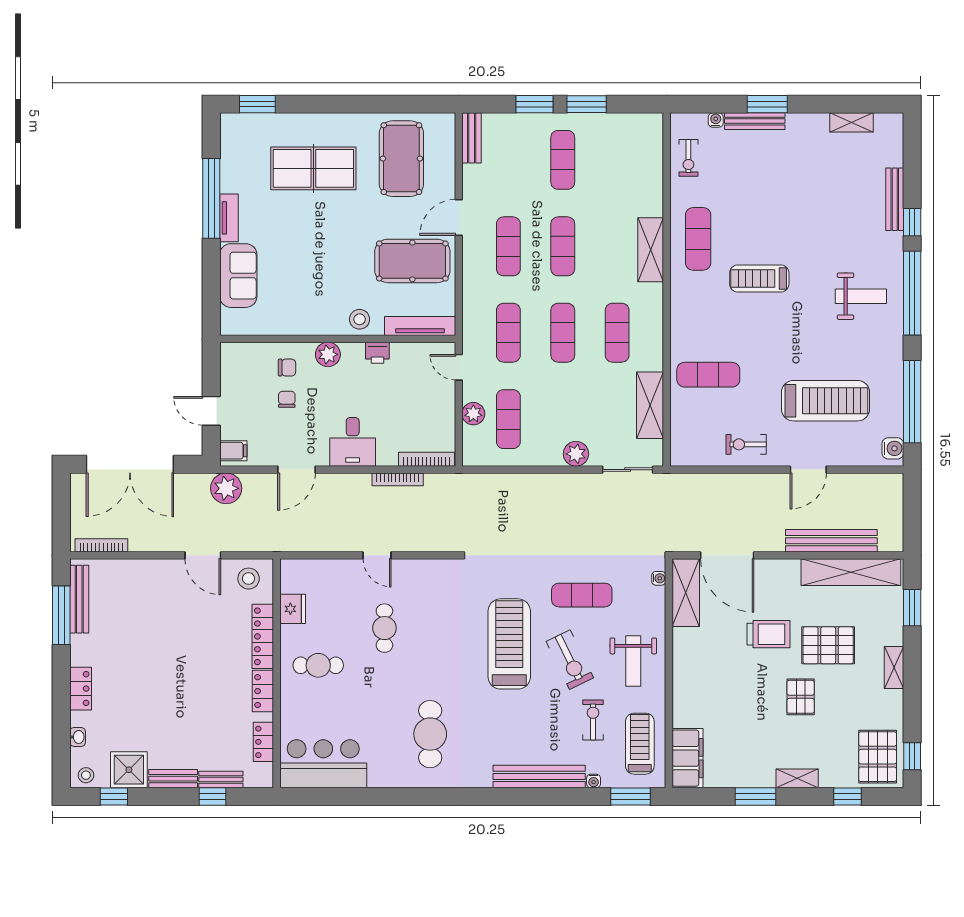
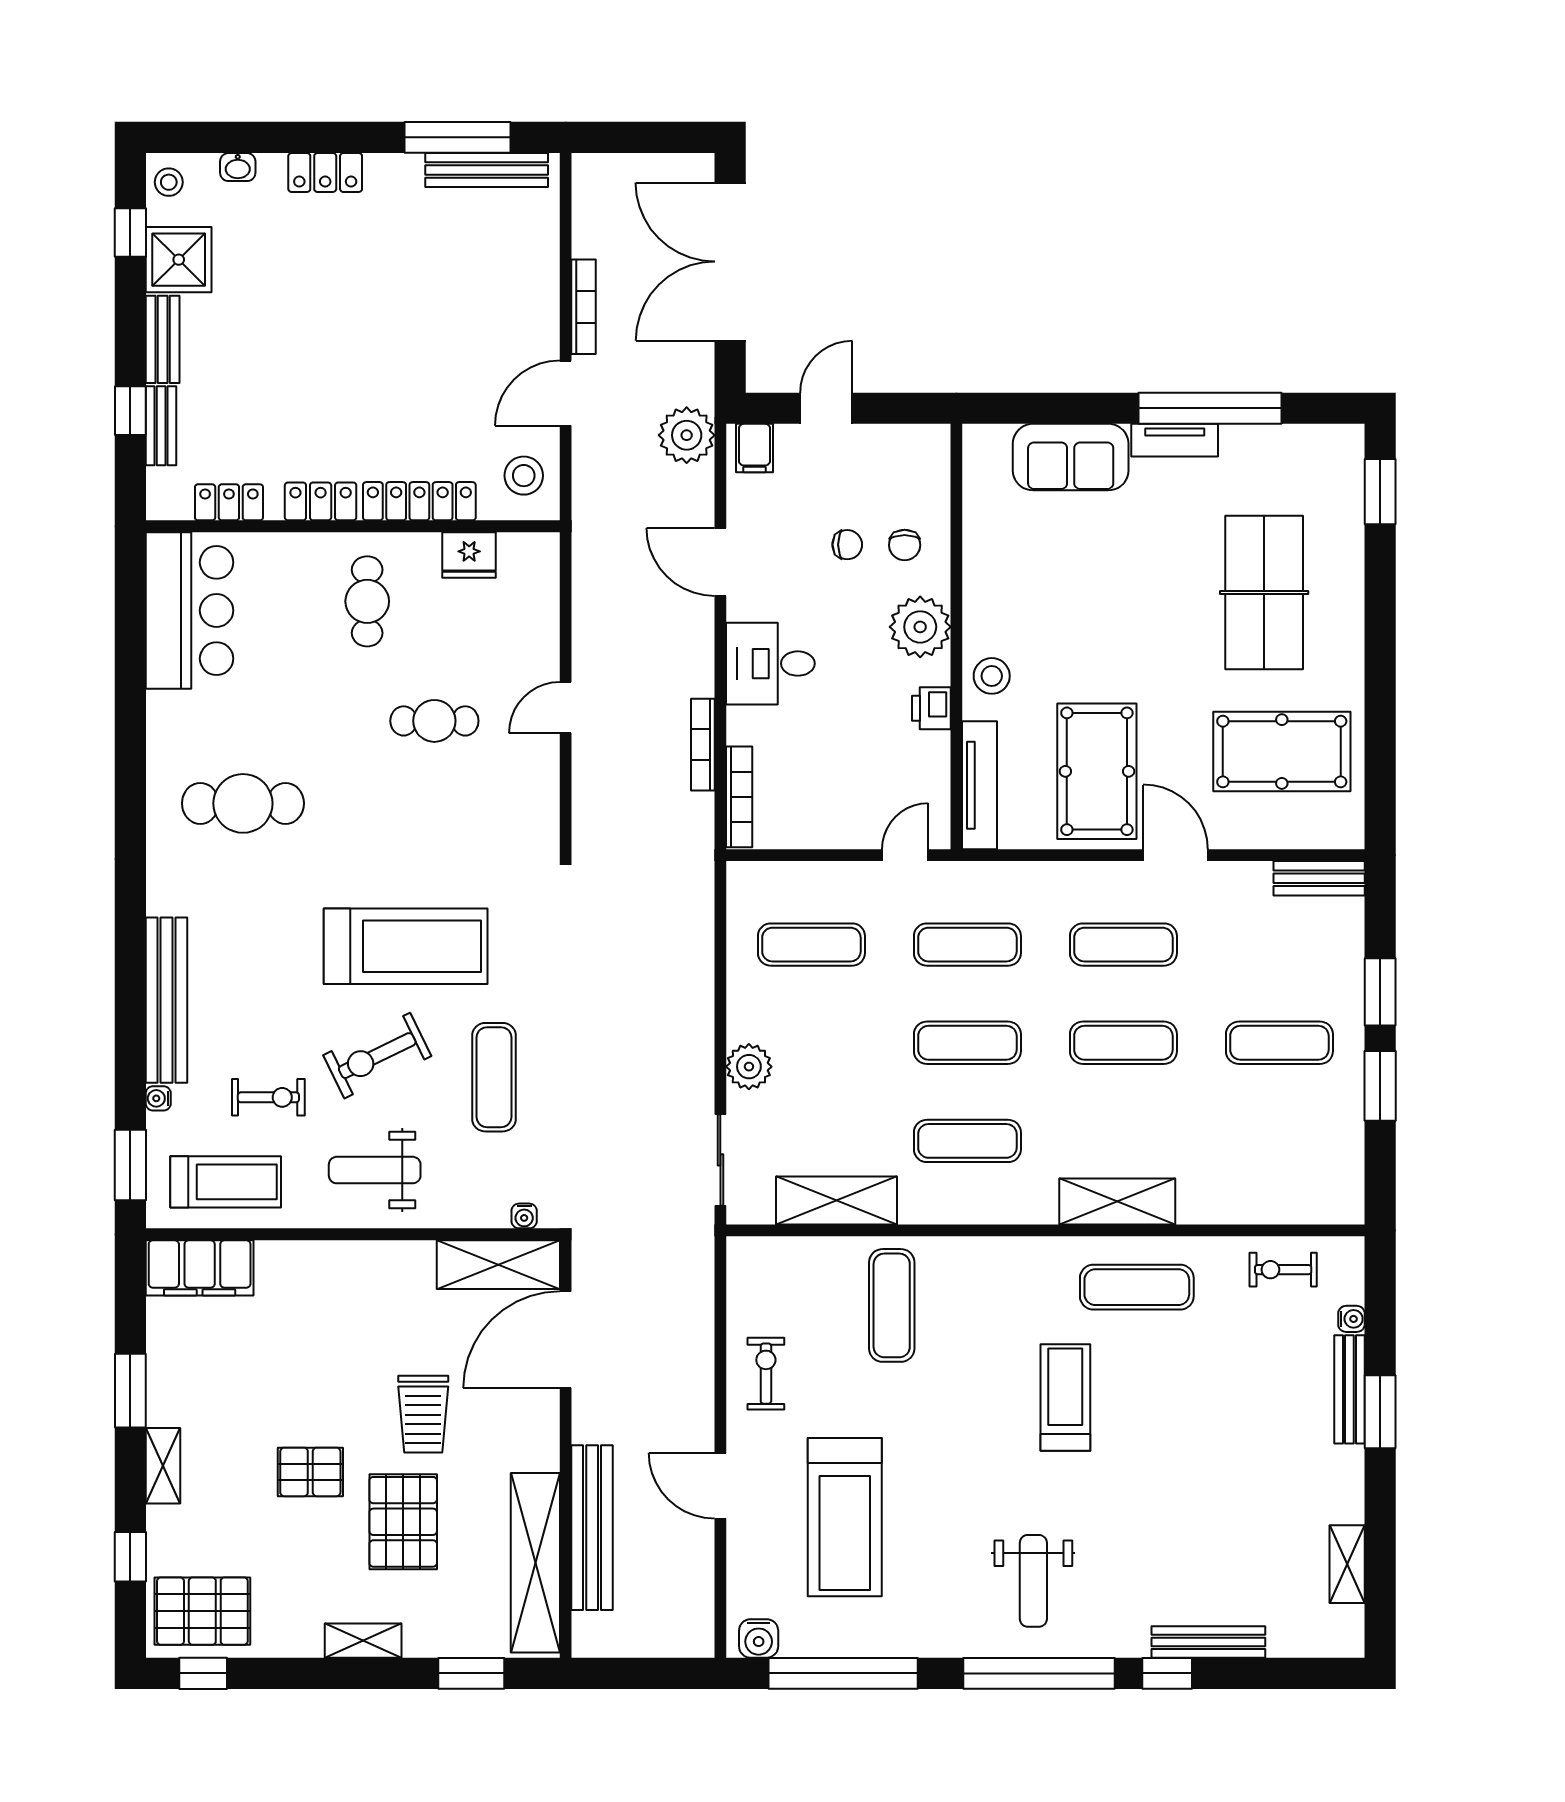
plant: (328, 354) -> (920, 627), width x1.36, depth x1.36
plant: (473, 414) -> (821, 881), removed
bookcase: (101, 545) -> (584, 307), moved

